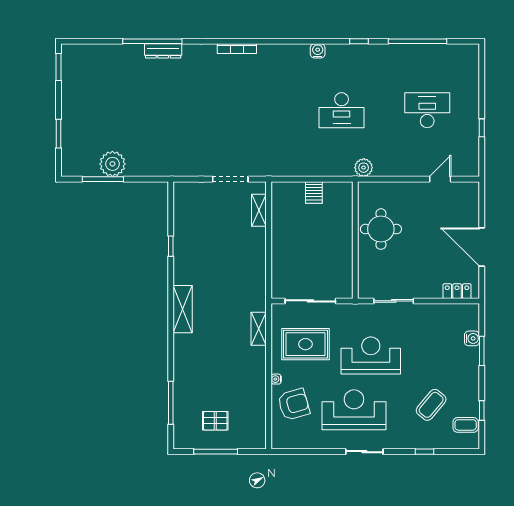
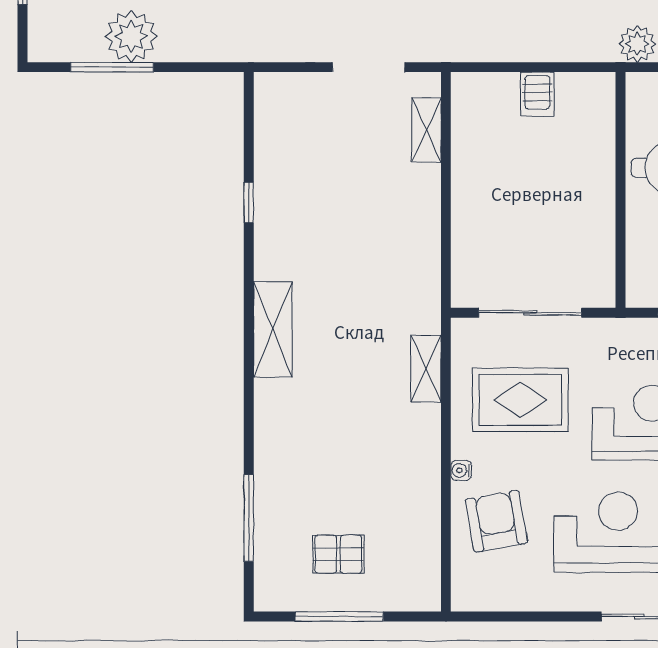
armchair: (294, 404) -> (496, 521), turned -84

